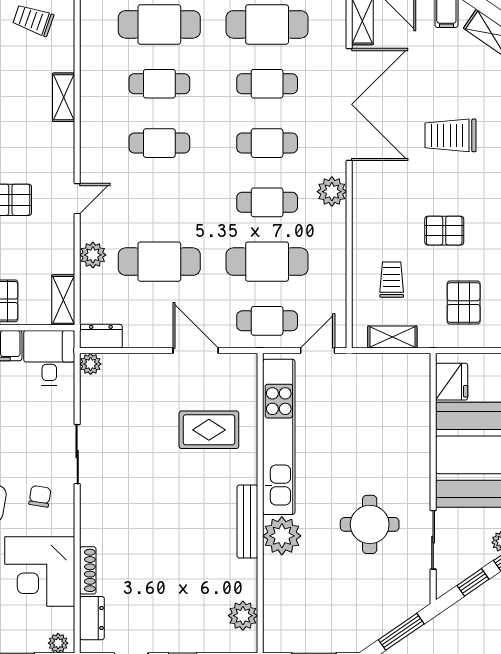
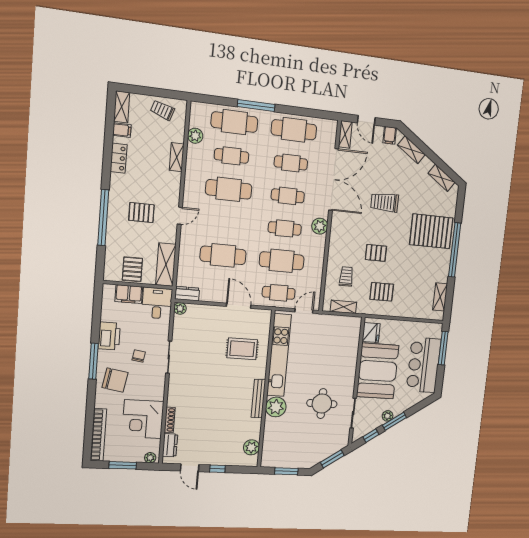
cafe table: (159, 143) -> (229, 189), width x1.37, depth x1.35
plant: (93, 255) -> (195, 136), moved
shelving: (63, 300) -> (166, 265), width x1.50, depth x1.33
pallet: (464, 303) -> (382, 292), turned 90
chair: (40, 496) -> (139, 356), moved

